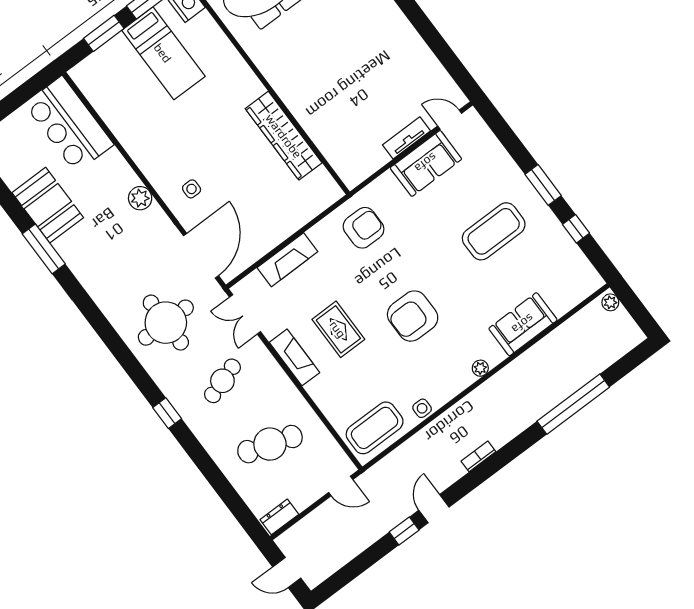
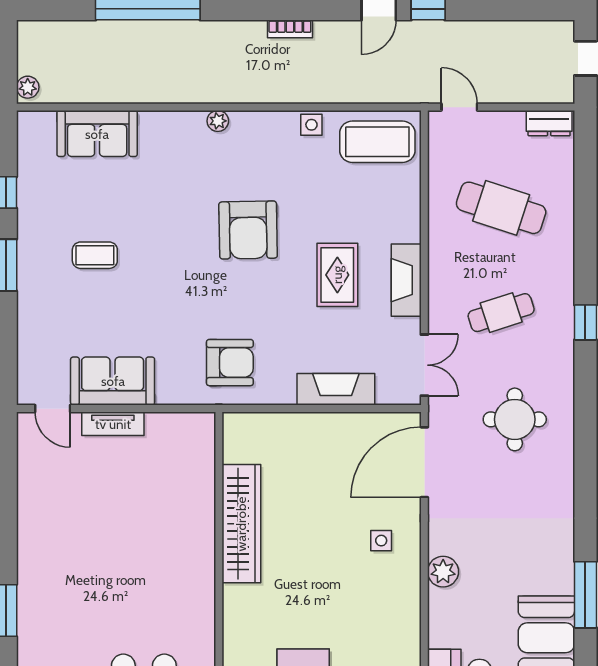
armchair: (364, 228) -> (230, 363), turned 180
coffee table: (494, 231) -> (95, 255), width x0.54, depth x0.58
armchair: (413, 316) -> (248, 230), turned 89
round table: (166, 323) -> (515, 419), width x0.73, depth x0.73
sofa: (523, 324) -> (97, 134), moved

